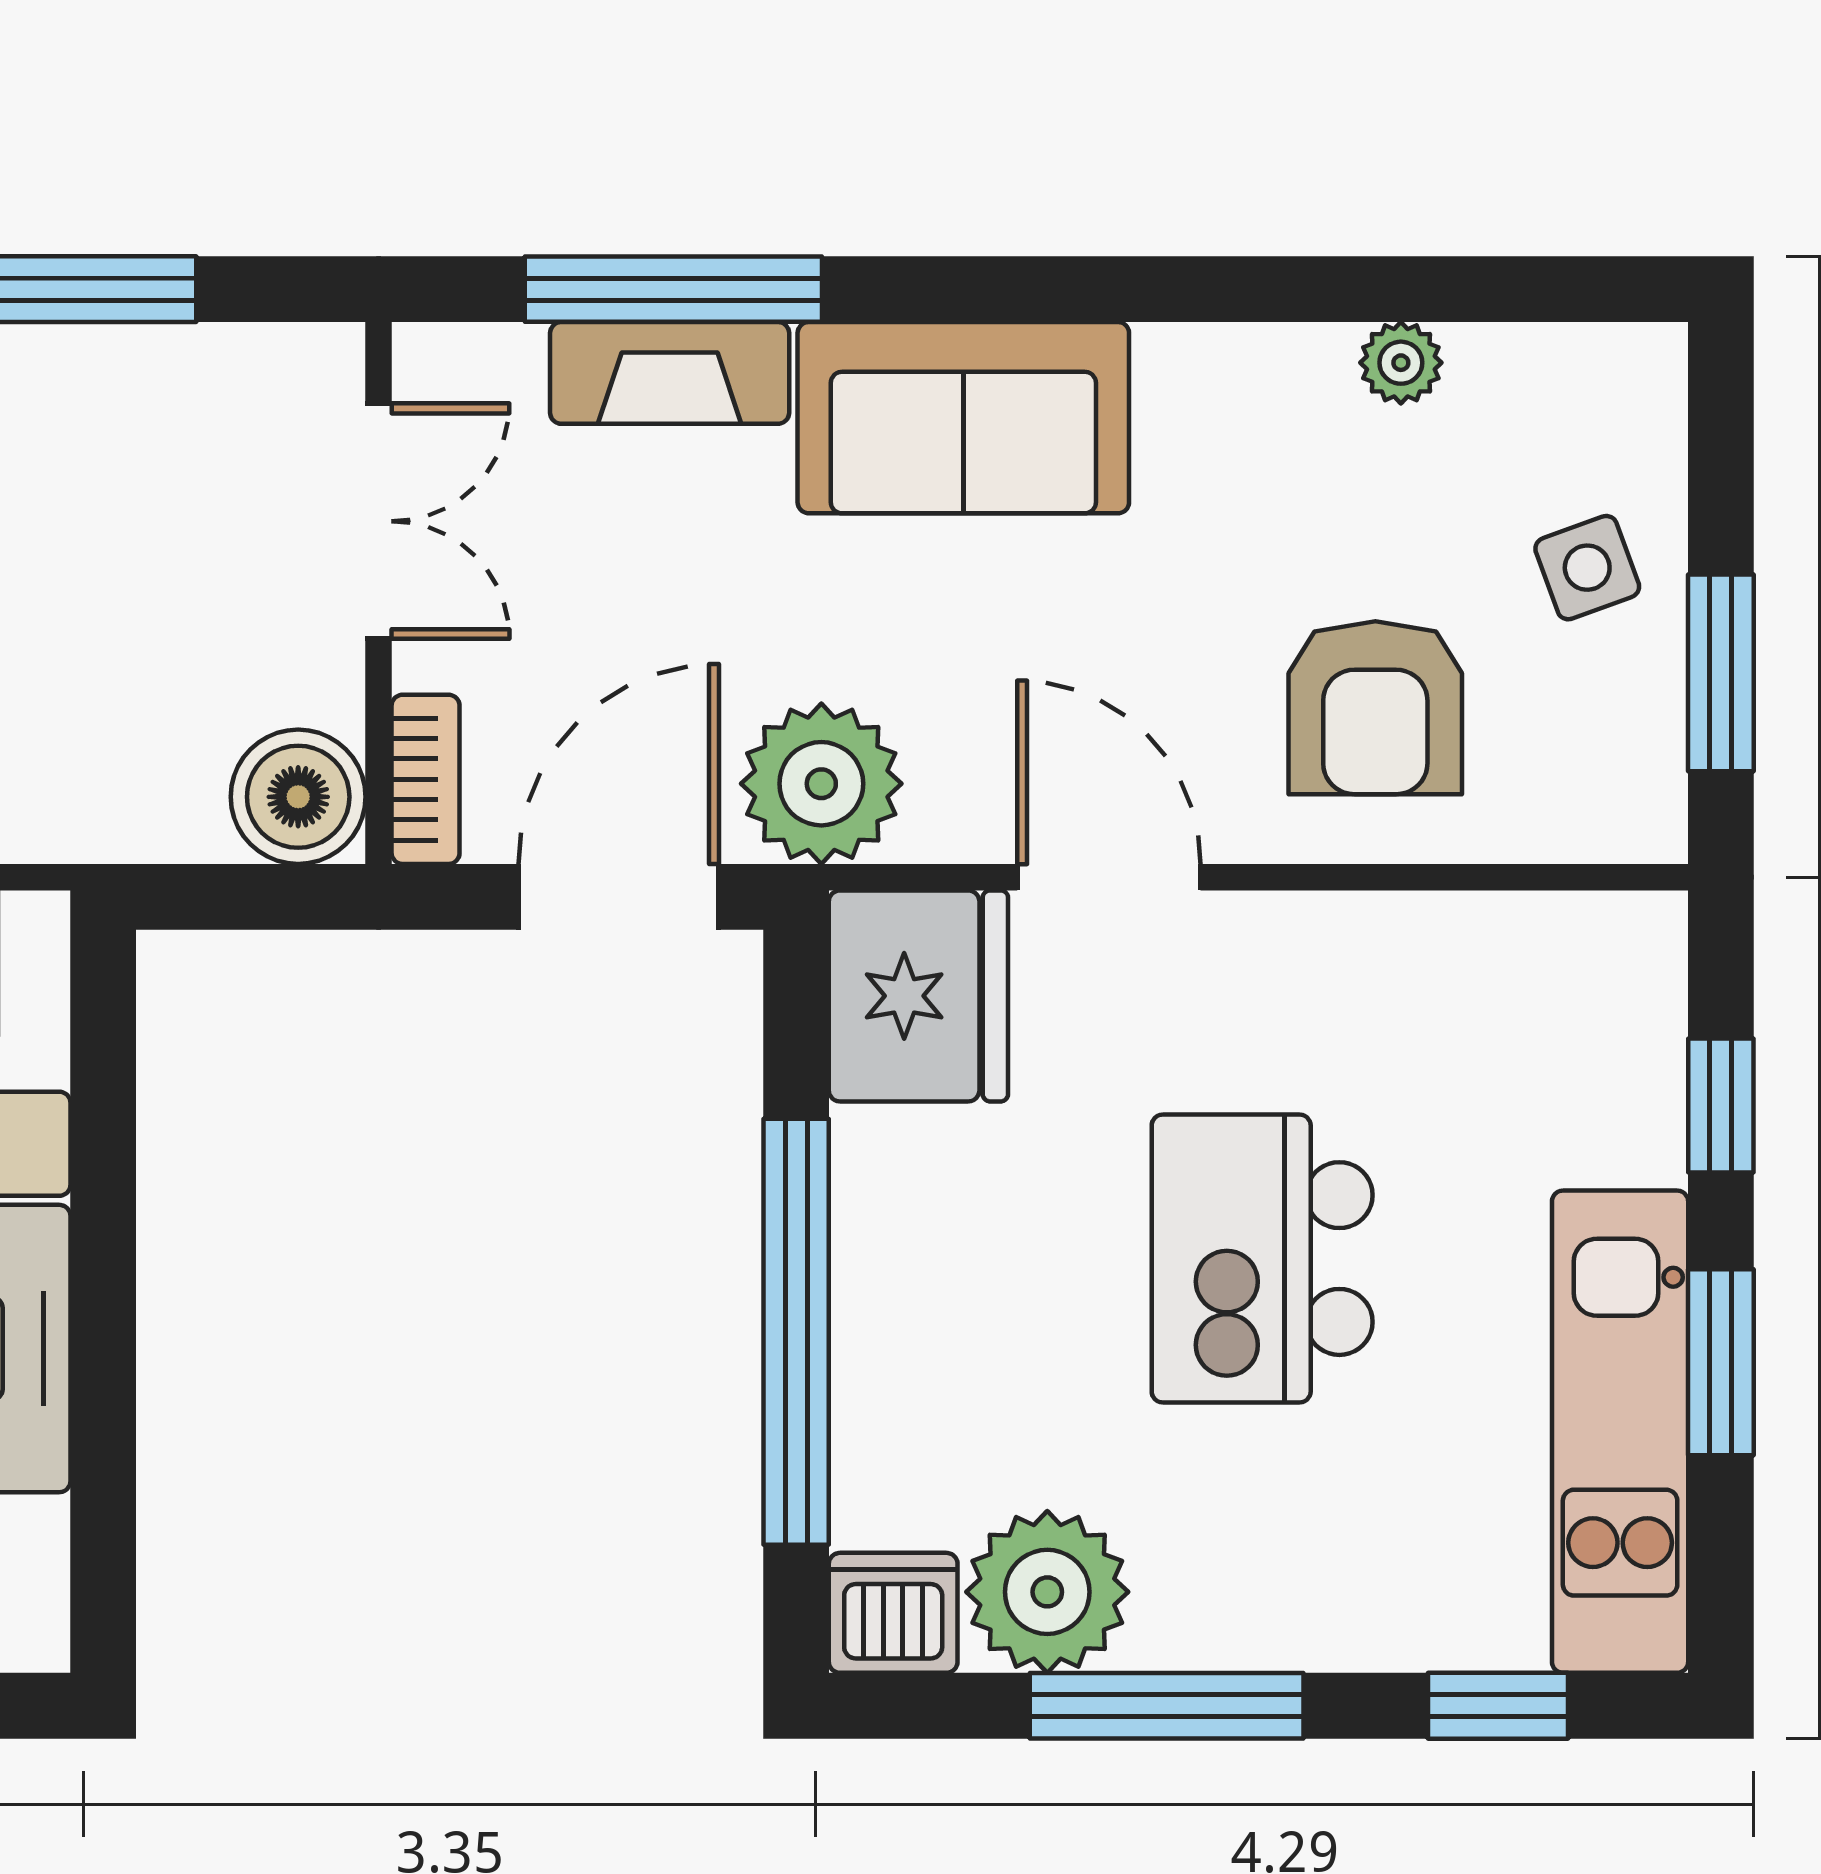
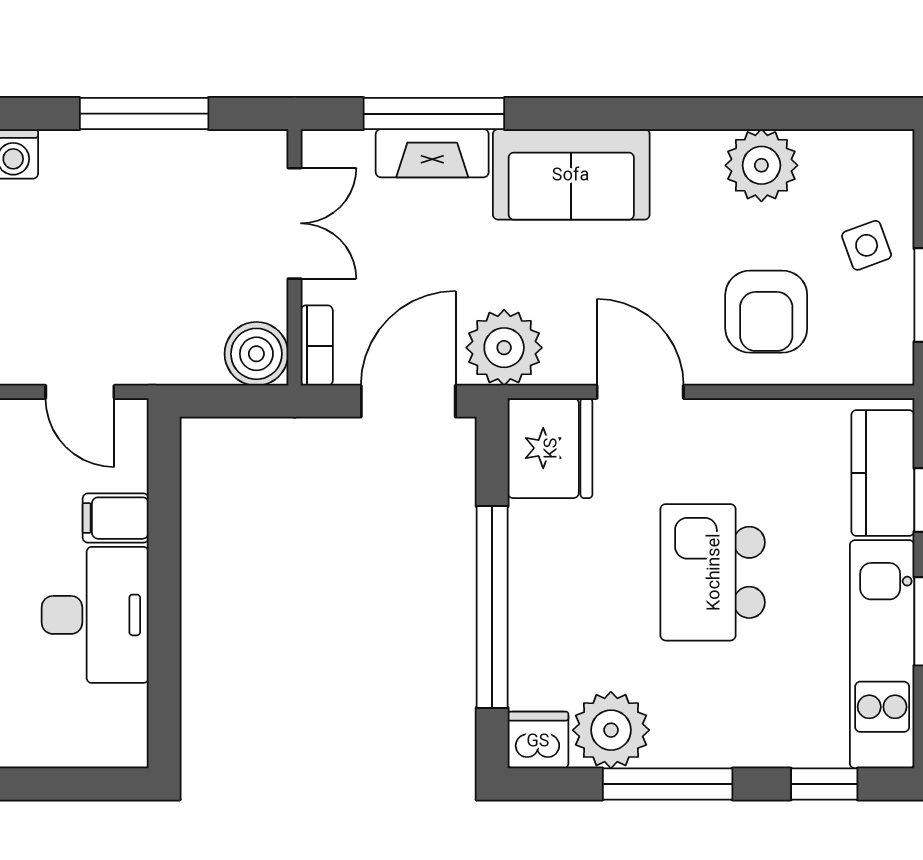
plant: (1401, 363) -> (761, 165), width x1.87, depth x1.87
kitchen counter: (1622, 1049) -> (883, 473), added

